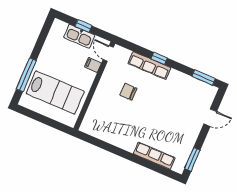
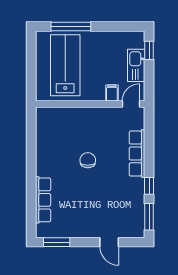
window: (83, 26) -> (149, 50), moved
window: (159, 58) -> (149, 186), moved
lab bench: (55, 92) -> (65, 65), turned 180
chair: (128, 92) -> (88, 160), moved

